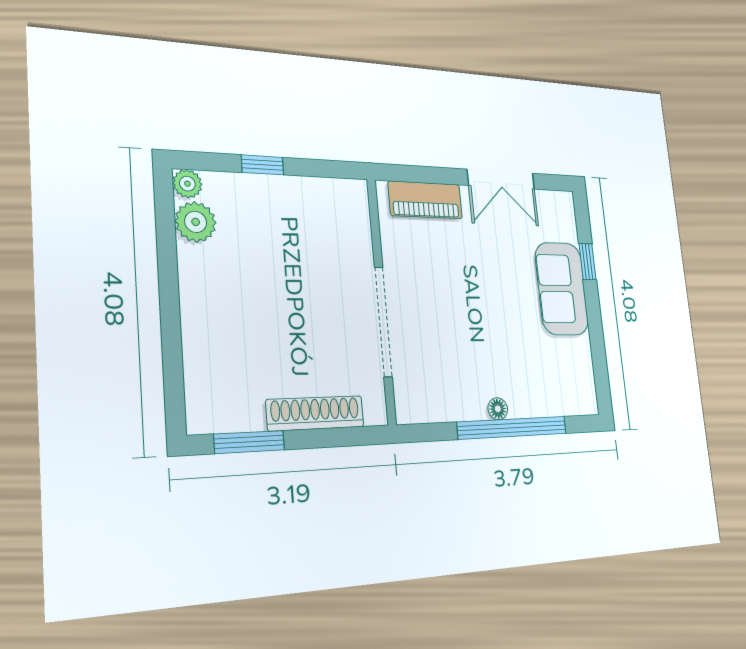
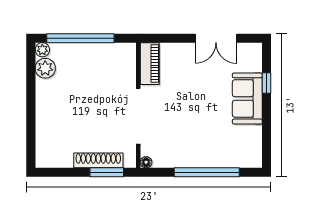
window: (263, 165) -> (80, 38), width x3.17
piano: (425, 200) -> (150, 64), moved, turned -90
floor lamp: (498, 409) -> (146, 162), moved
window: (249, 442) -> (107, 172), moved

